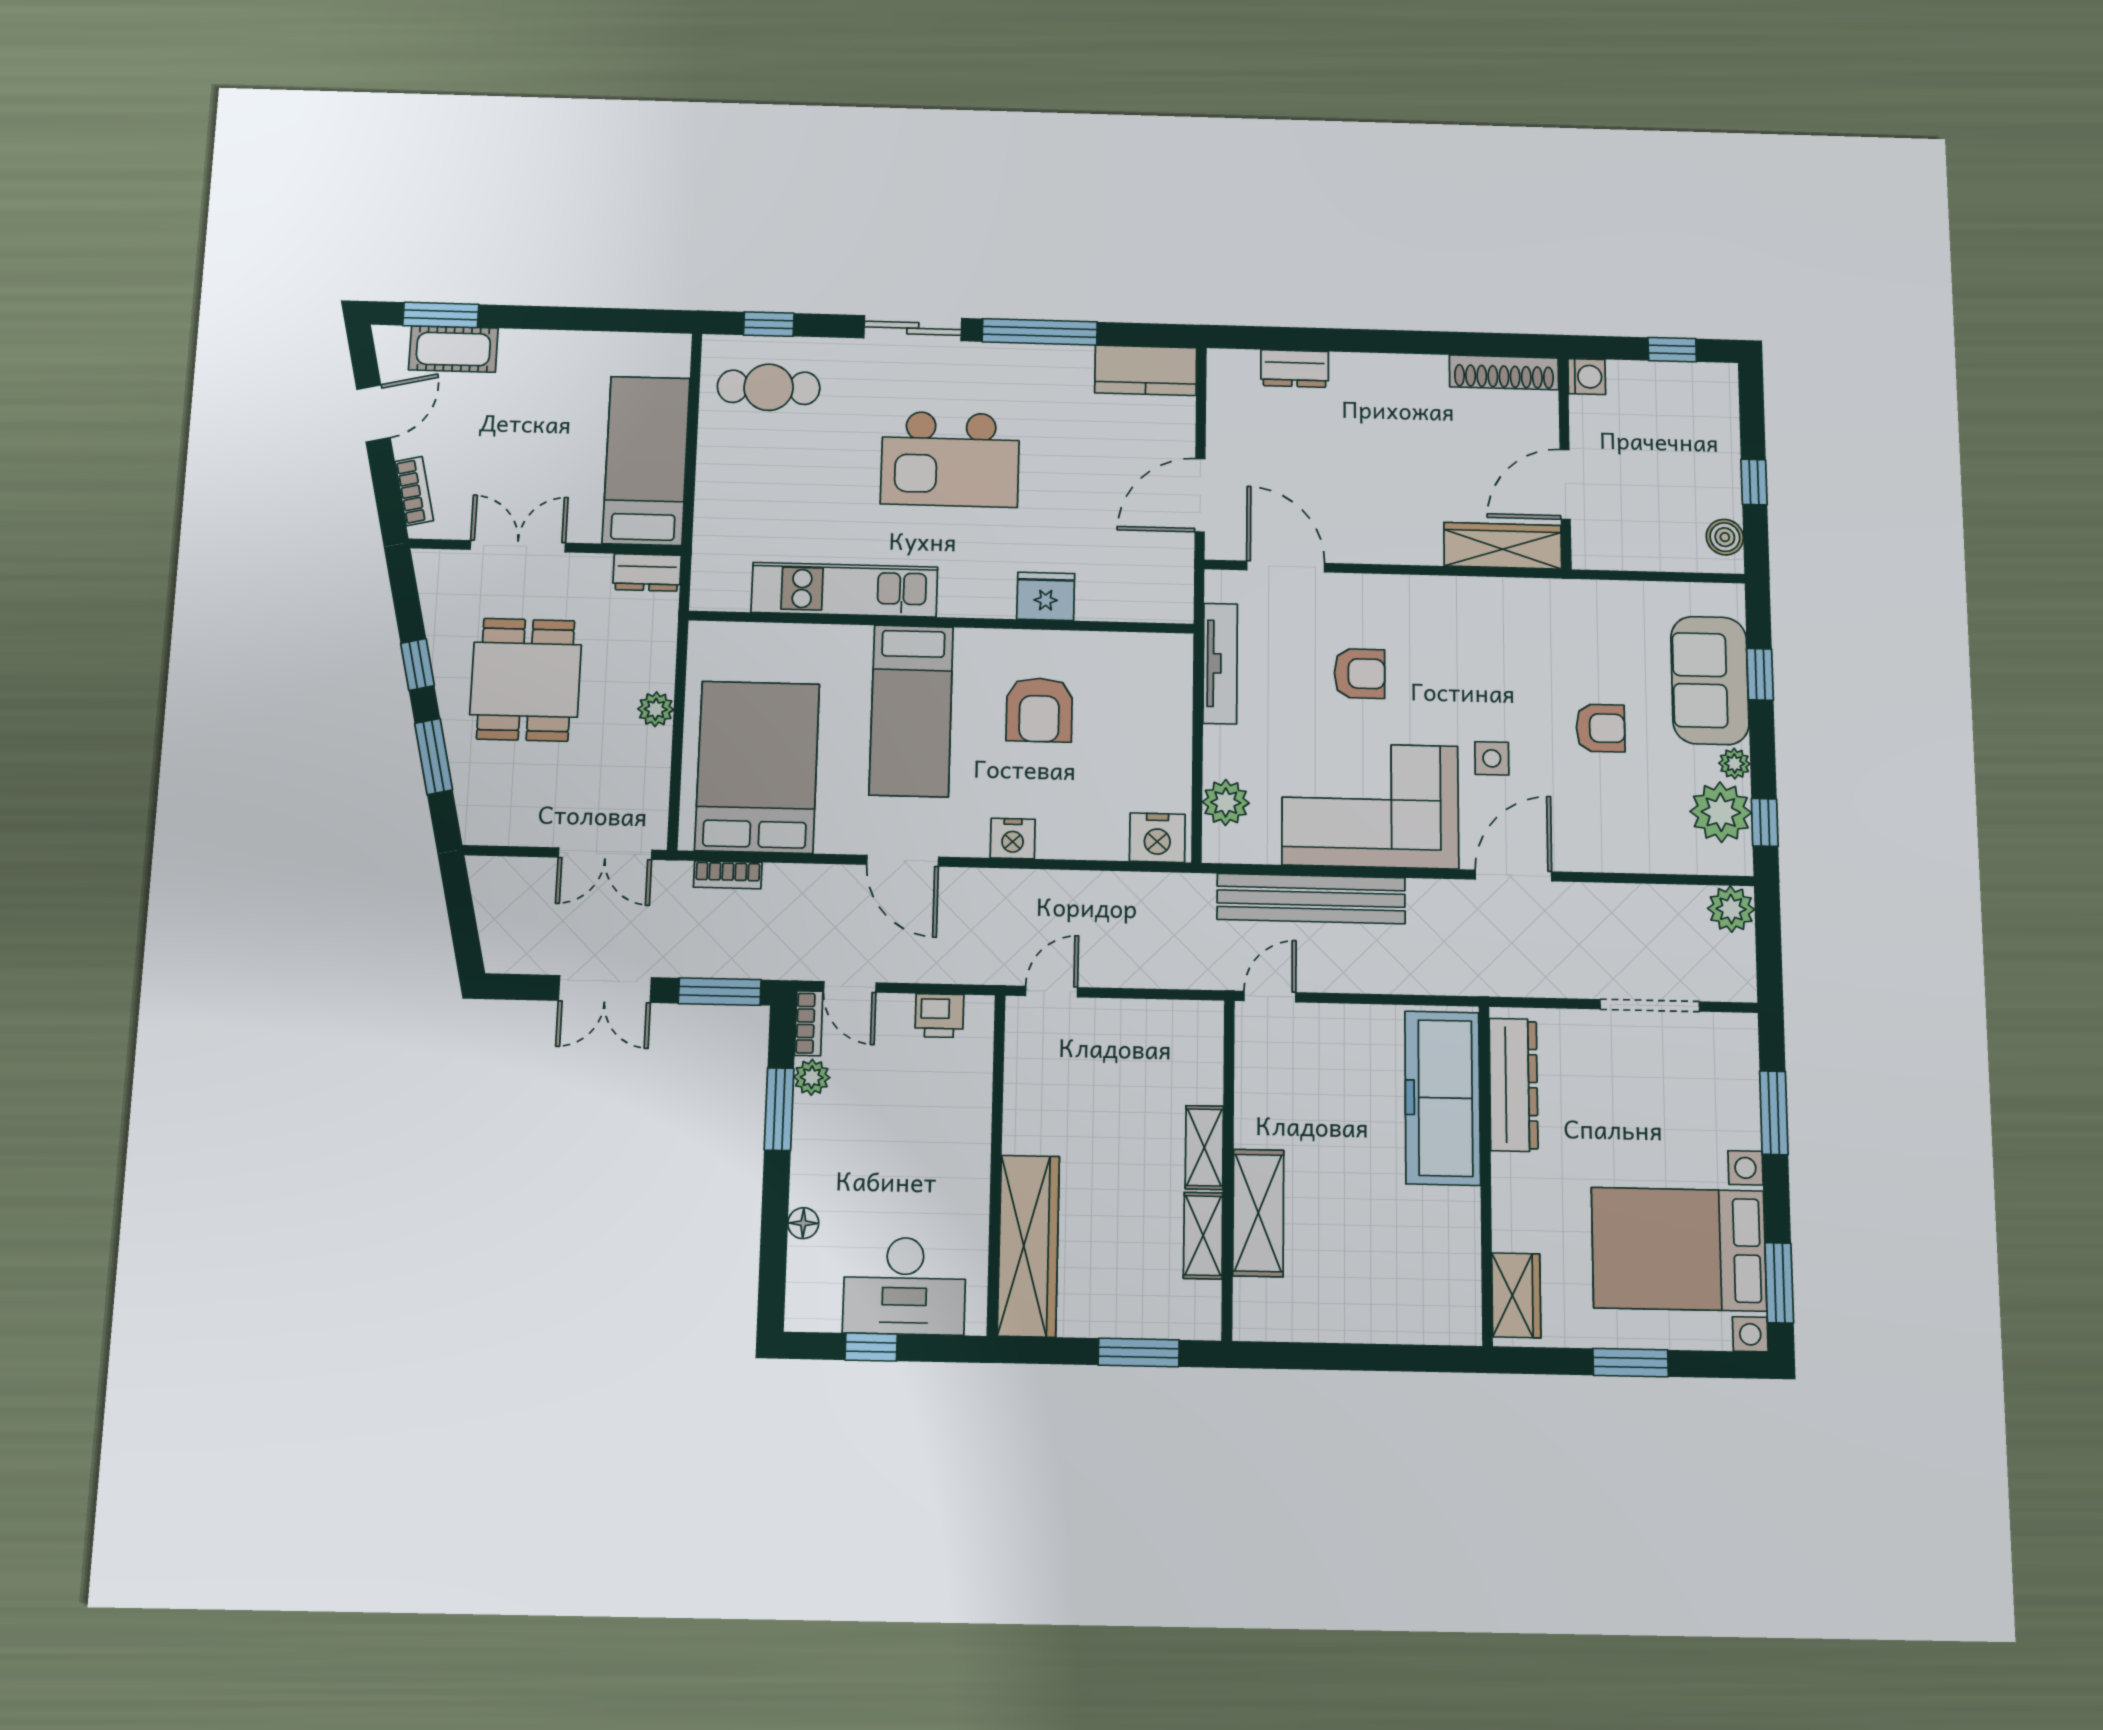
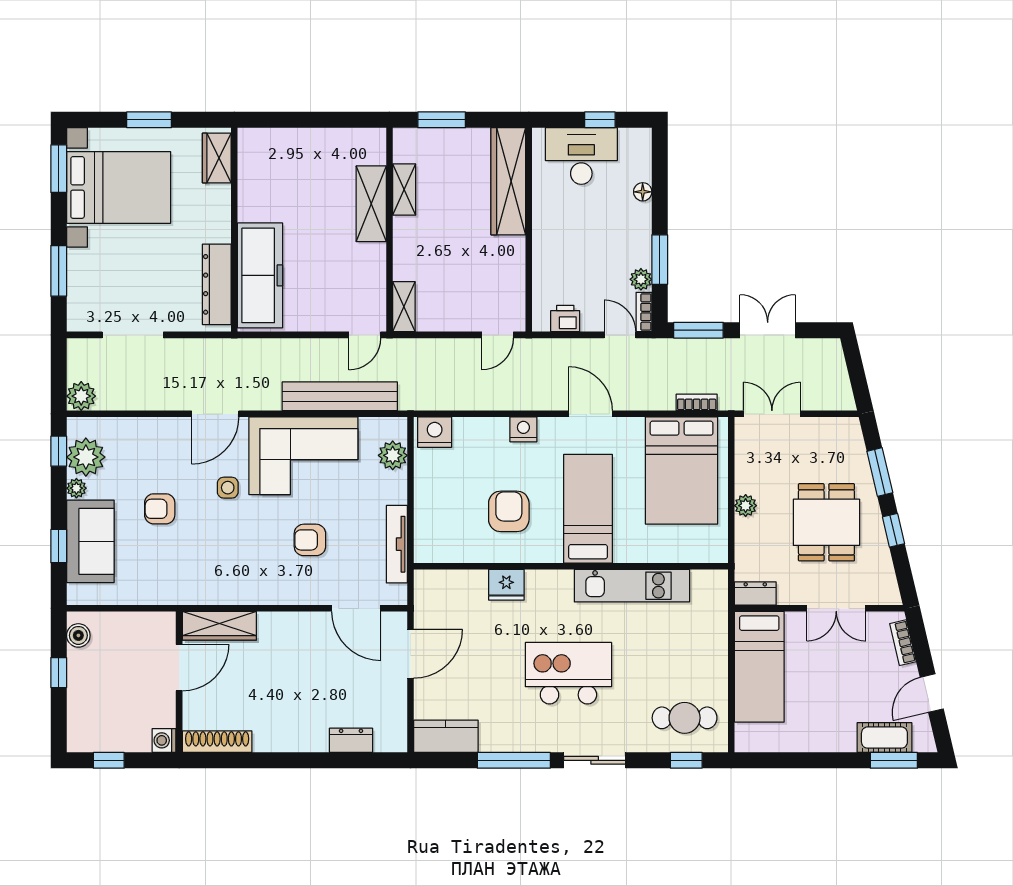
shelving: (1204, 1147) -> (404, 307), moved

